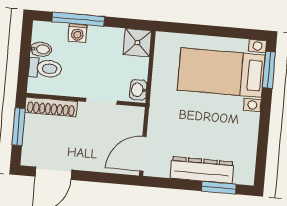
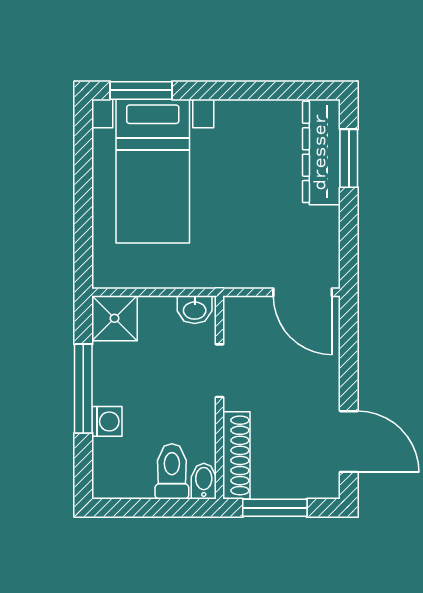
window: (78, 19) -> (83, 389), moved
bidet: (41, 49) -> (204, 481), moved
dresser: (202, 170) -> (321, 152), moved

